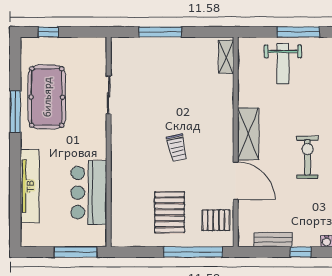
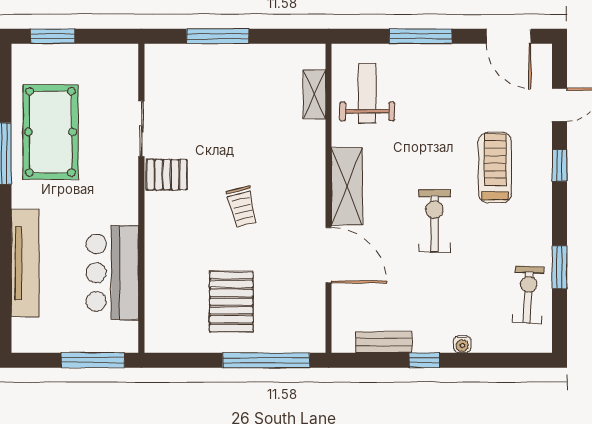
window: (48, 32) -> (53, 36), width x1.50
shelving: (226, 57) -> (314, 94), moved
weight bench: (283, 64) -> (367, 93), moved, turned 180
pallet: (216, 220) -> (167, 175), moved

